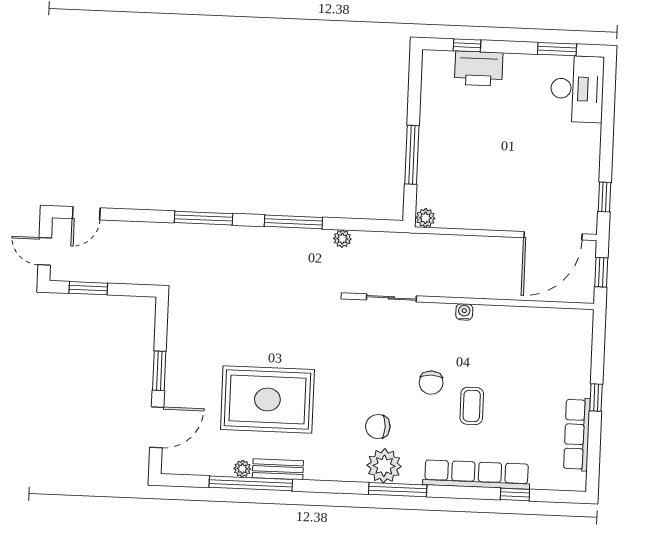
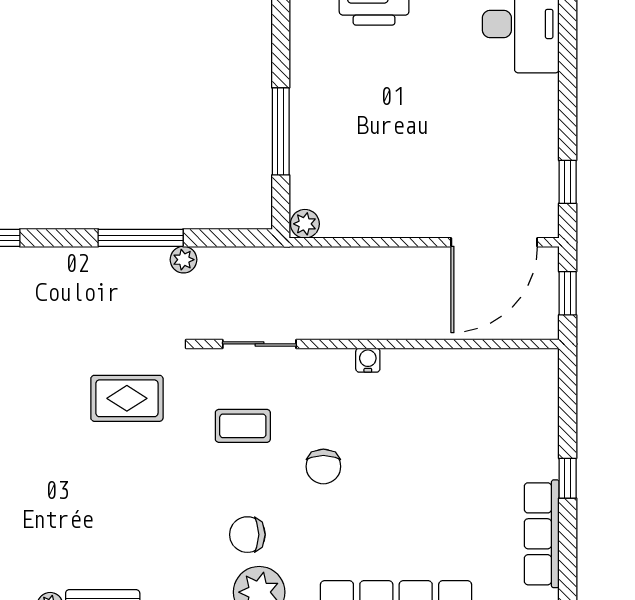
window: (293, 222) -> (141, 238), moved
rug: (267, 399) -> (127, 398), moved, width x0.54, depth x0.49
coffee table: (472, 406) -> (243, 426), moved, turned 90

